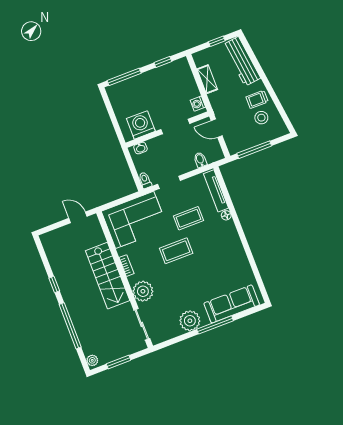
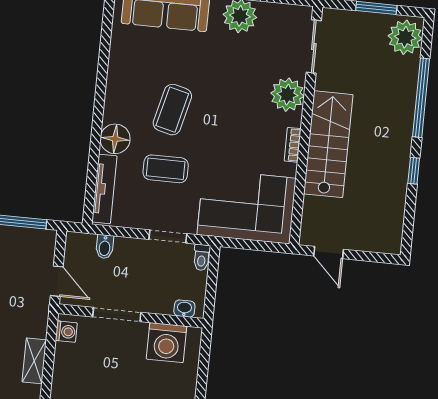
floor lamp: (226, 215) -> (115, 139), width x1.89, depth x1.89
coffee table: (176, 251) -> (172, 110), moved, turned -76
plant: (92, 360) -> (405, 37), width x1.88, depth x1.88

